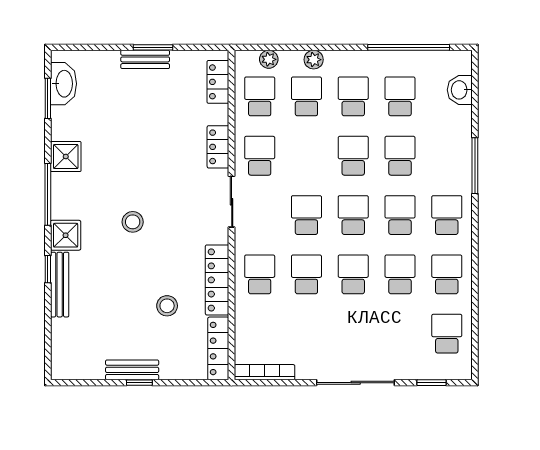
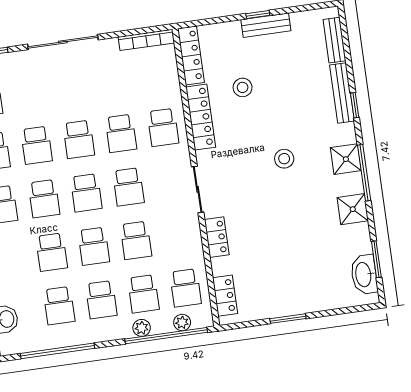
window: (288, 47) -> (166, 336), added
bench: (145, 59) -> (334, 40), moved, turned 90
school desk: (260, 156) -> (136, 240), moved
shower: (66, 235) -> (346, 159), moved

